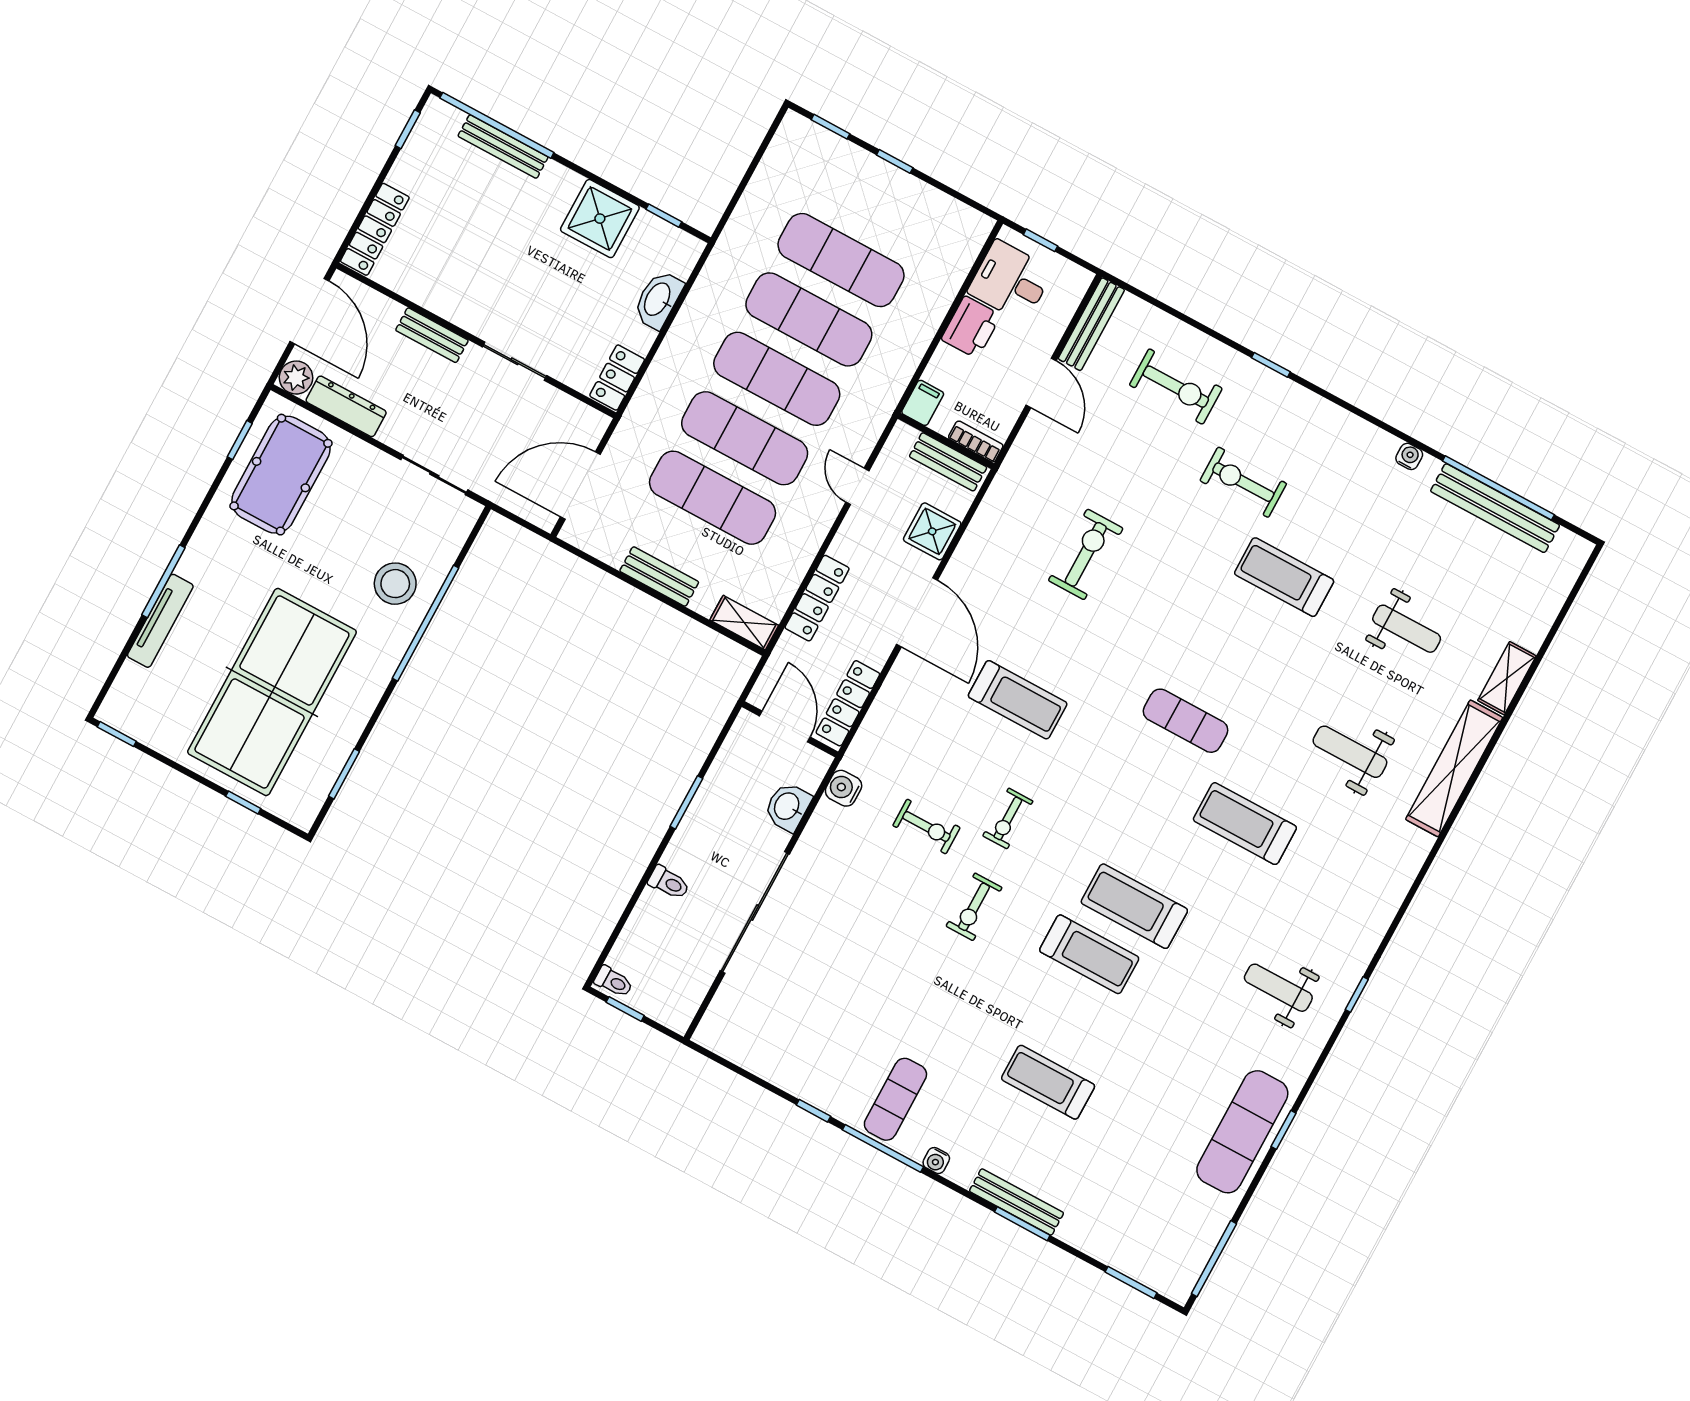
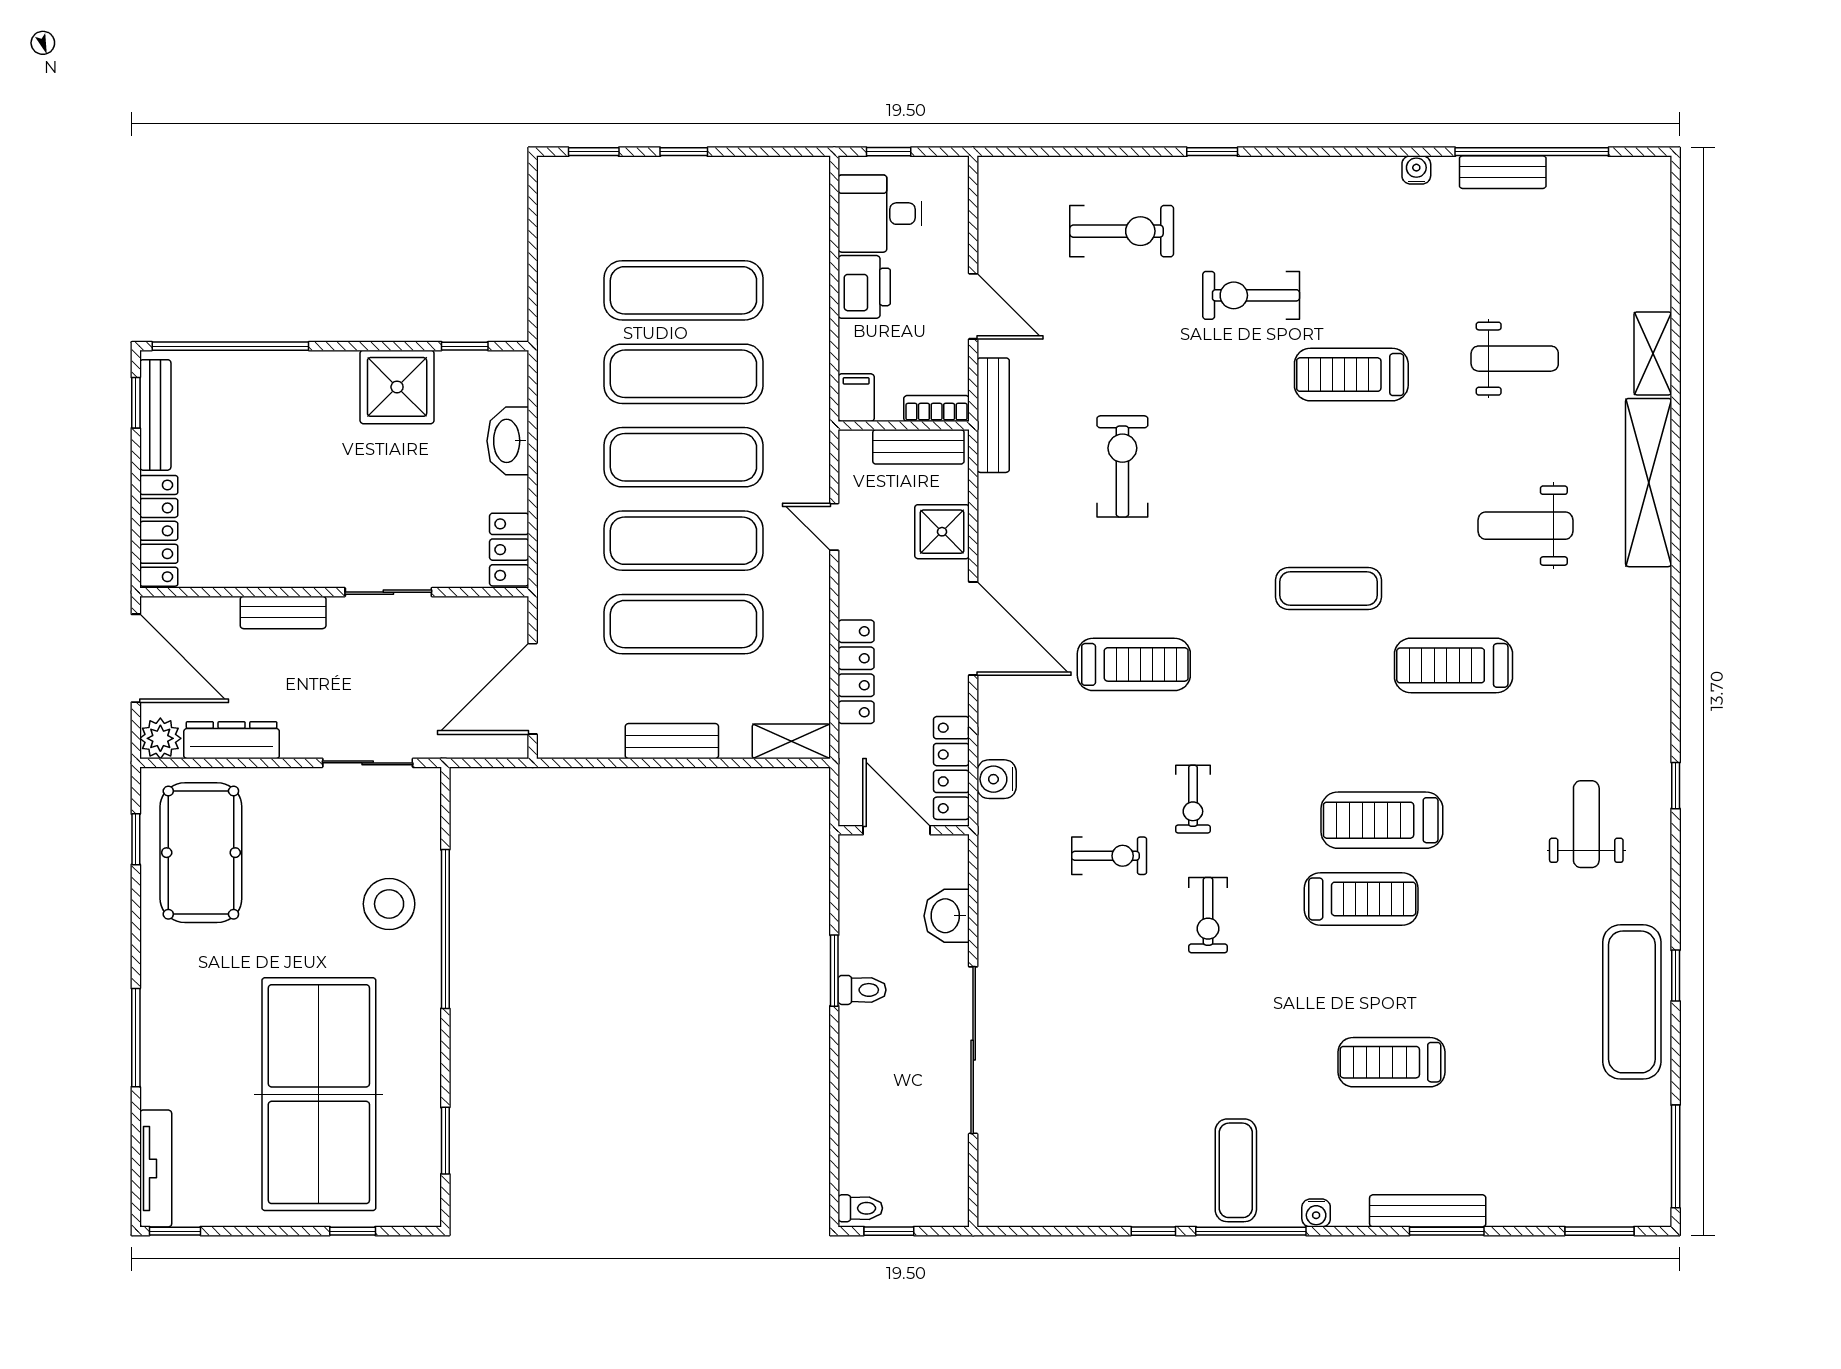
bench: (503, 147) -> (155, 415), moved, turned 90
bench: (1091, 324) -> (993, 415), moved
bench: (1495, 508) -> (1503, 172), width x0.54, depth x0.82
tv unit: (160, 621) -> (156, 1169), moved
water cooler: (844, 788) -> (997, 779), moved
toilet: (669, 883) -> (862, 990), moved
weight bench: (1278, 988) -> (1586, 824), turned 90

